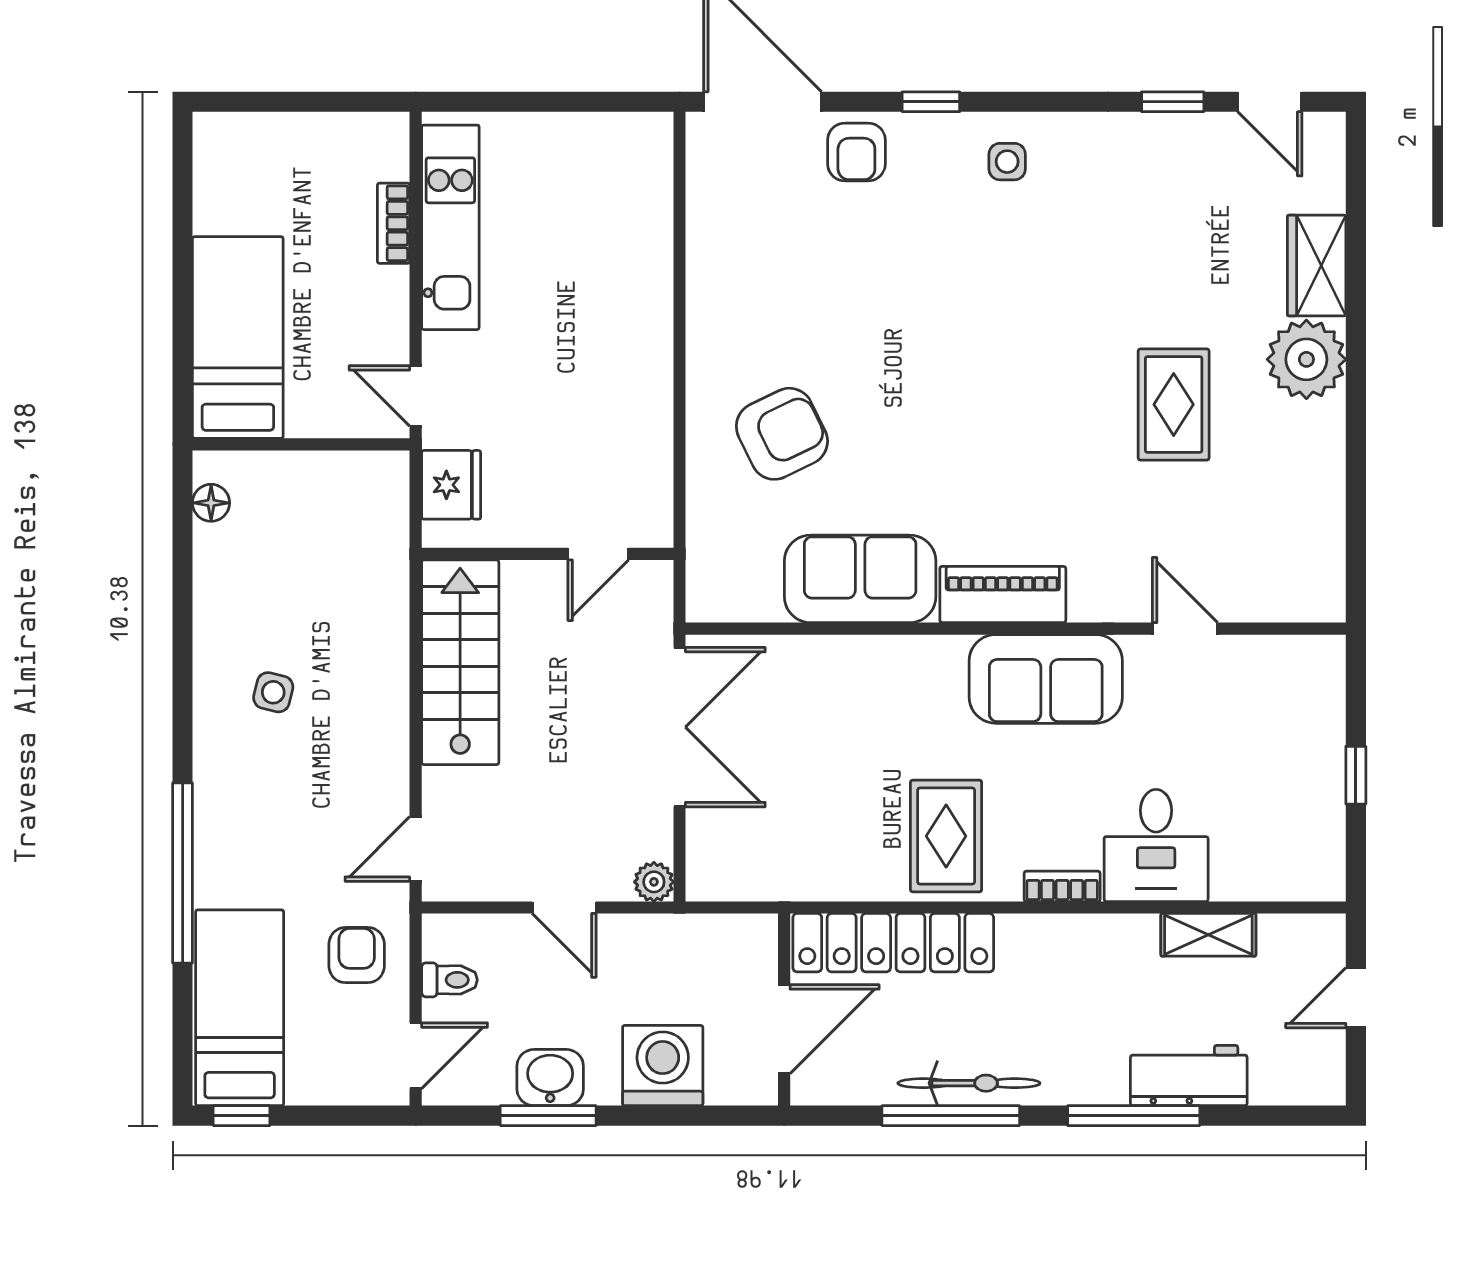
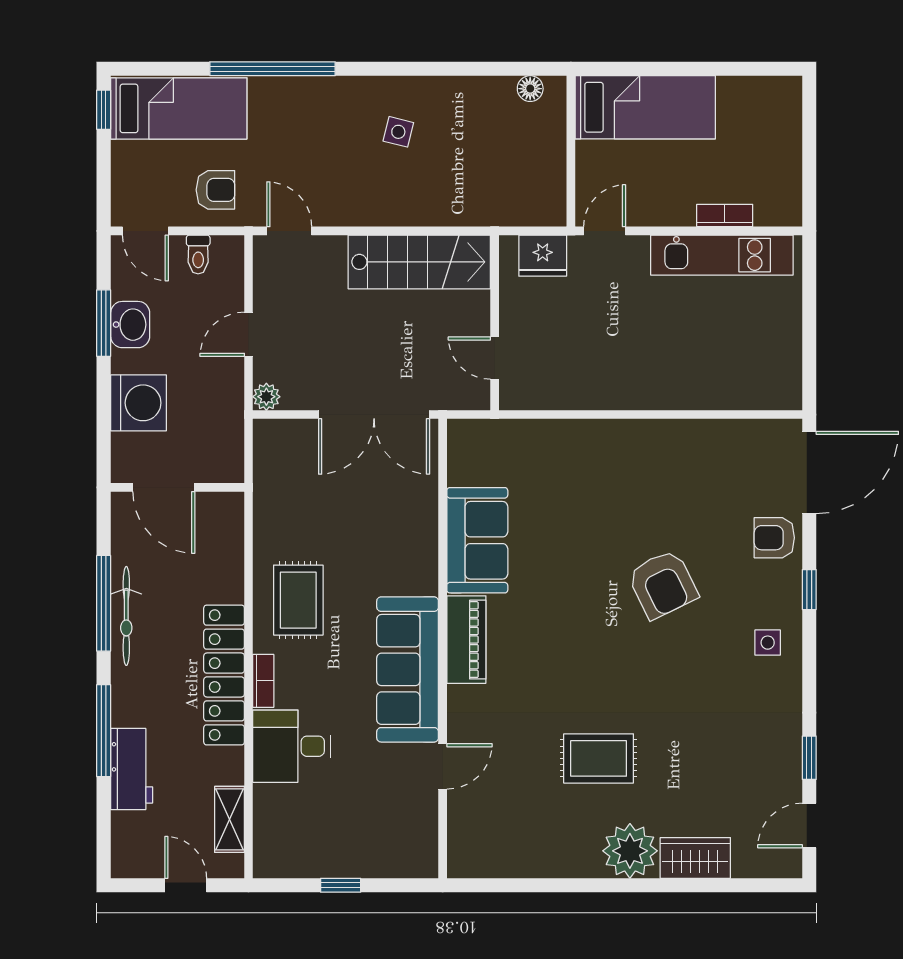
armchair: (782, 434) -> (663, 584), moved
sofa: (1046, 679) -> (408, 669), width x1.36
rug: (946, 836) -> (298, 600), turned 90
shelving: (1208, 935) -> (230, 819), moved
locker: (893, 943) -> (224, 675), moved

